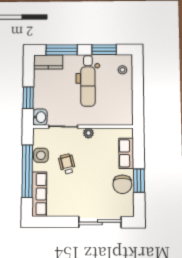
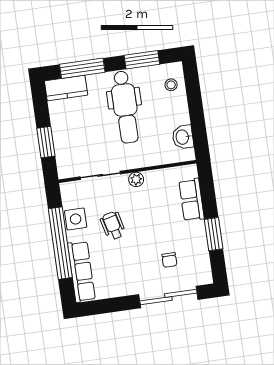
washbasin: (40, 117) -> (183, 137), moved, turned 180
chair: (122, 184) -> (169, 260), moved, width x0.54, depth x0.54

